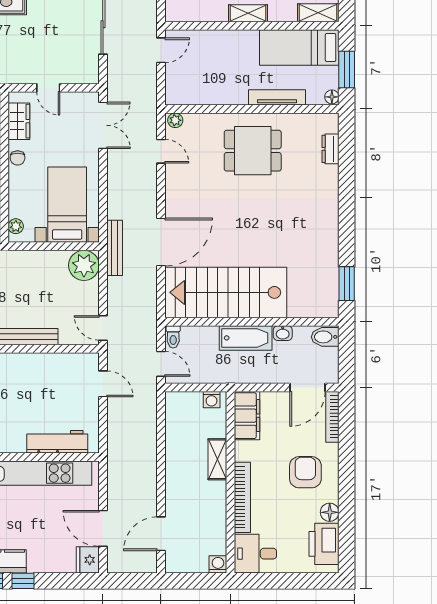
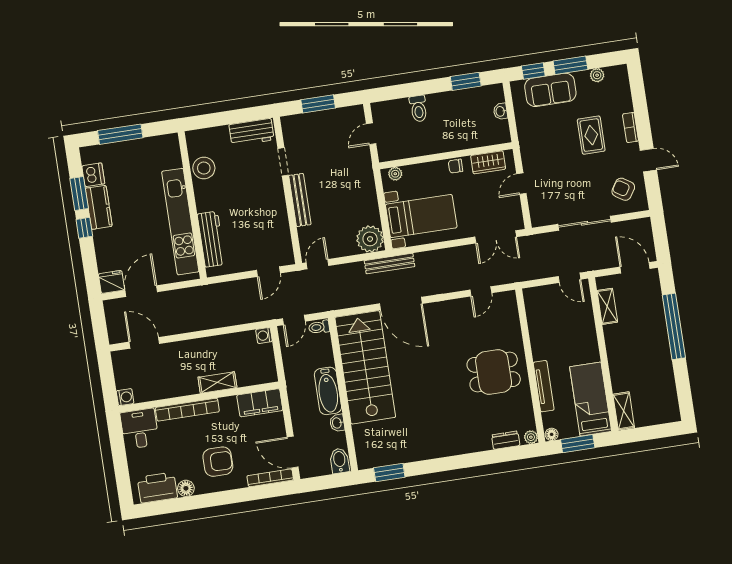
shelving: (248, 13) -> (607, 306), moved
plant: (175, 120) -> (531, 437), moved
dining table: (253, 151) -> (494, 372), turned 90
washing machine: (212, 400) -> (264, 335), moved

